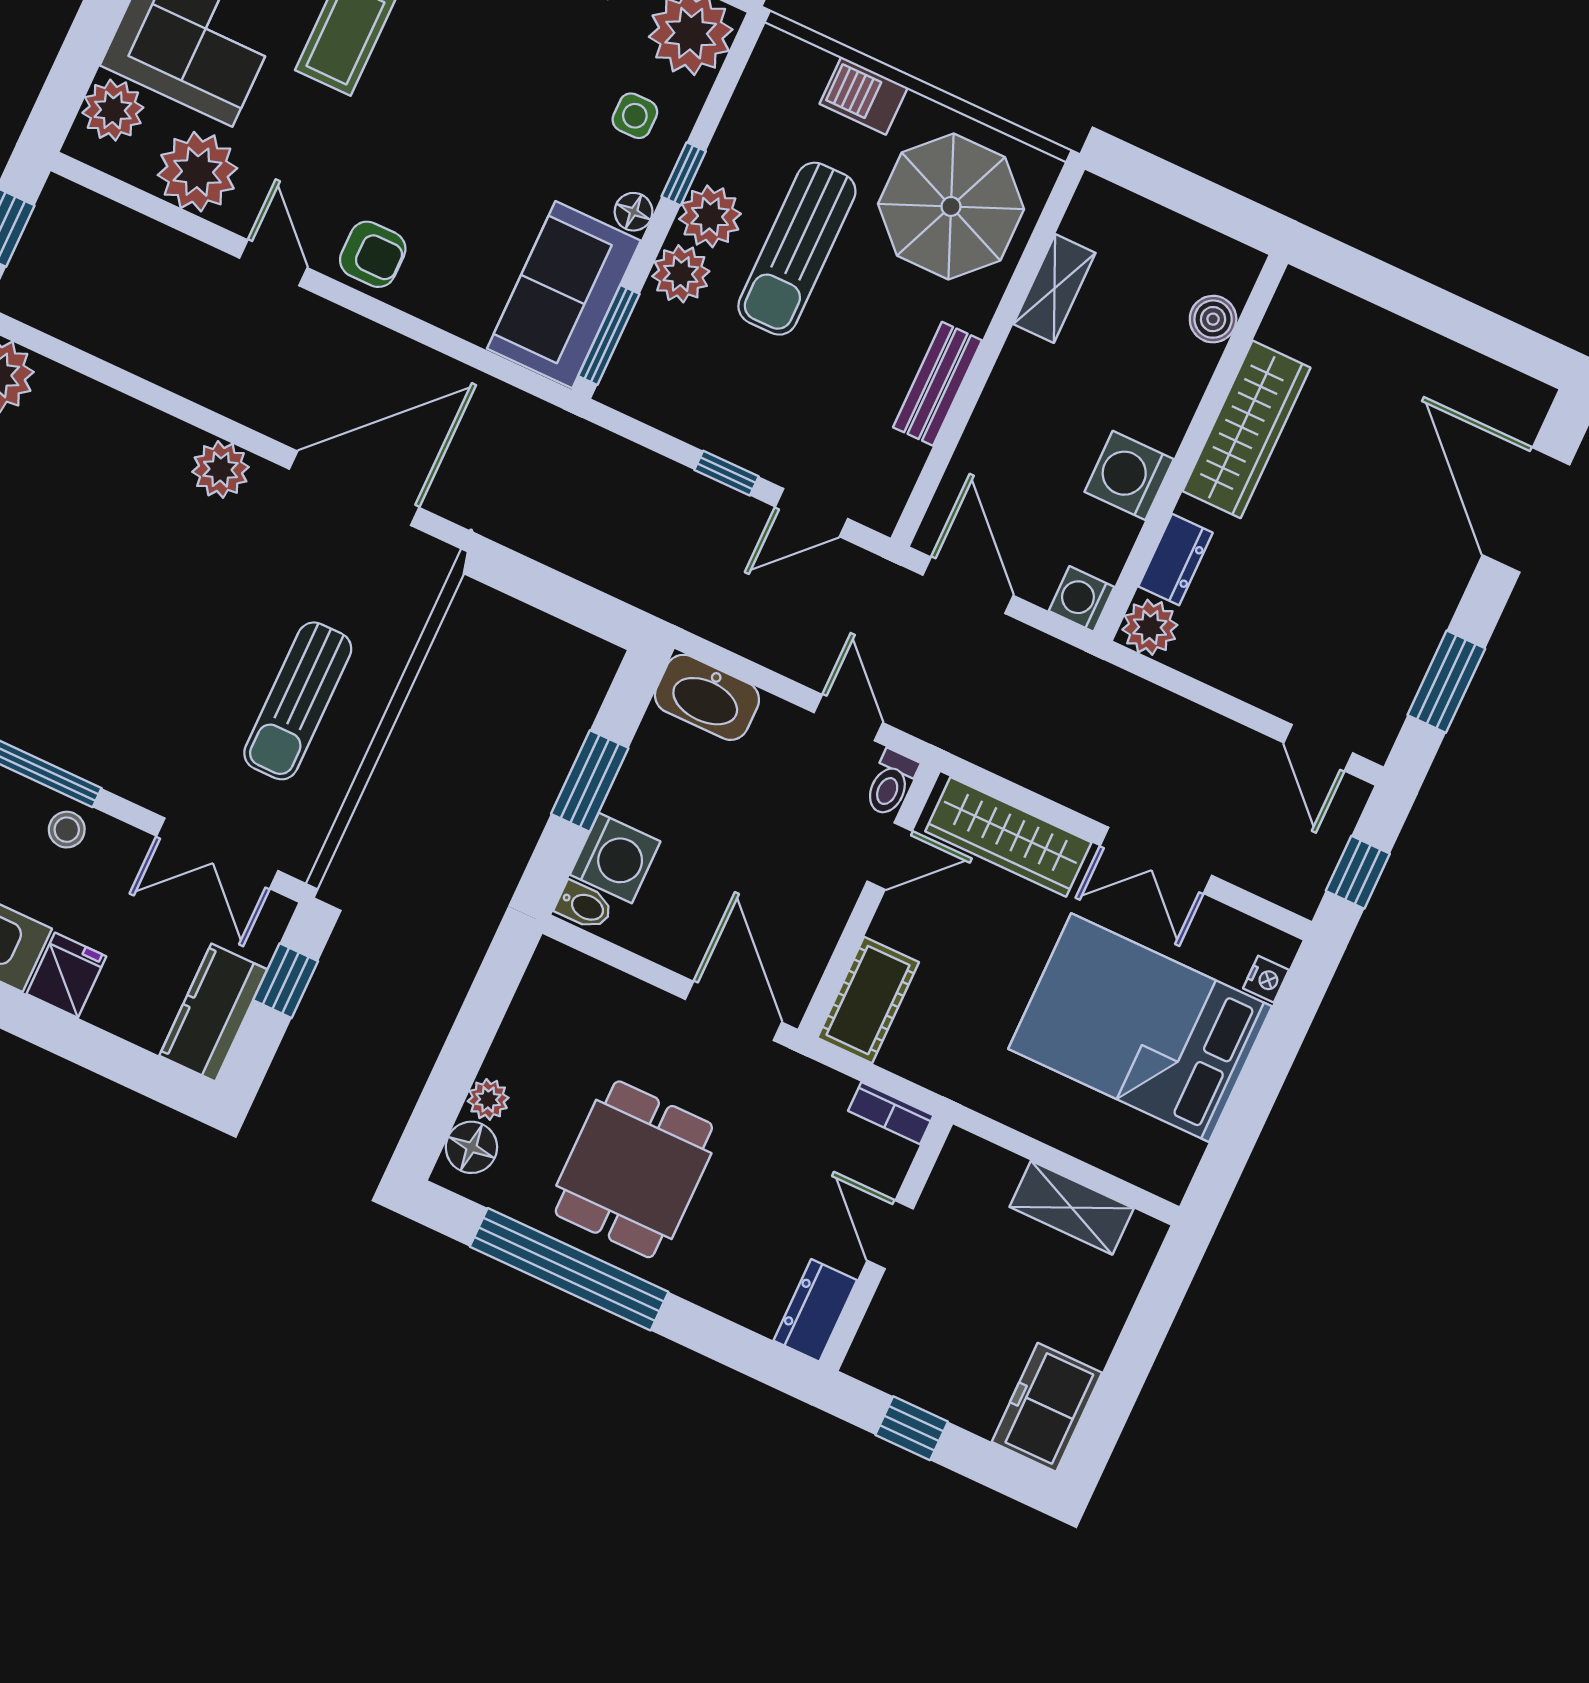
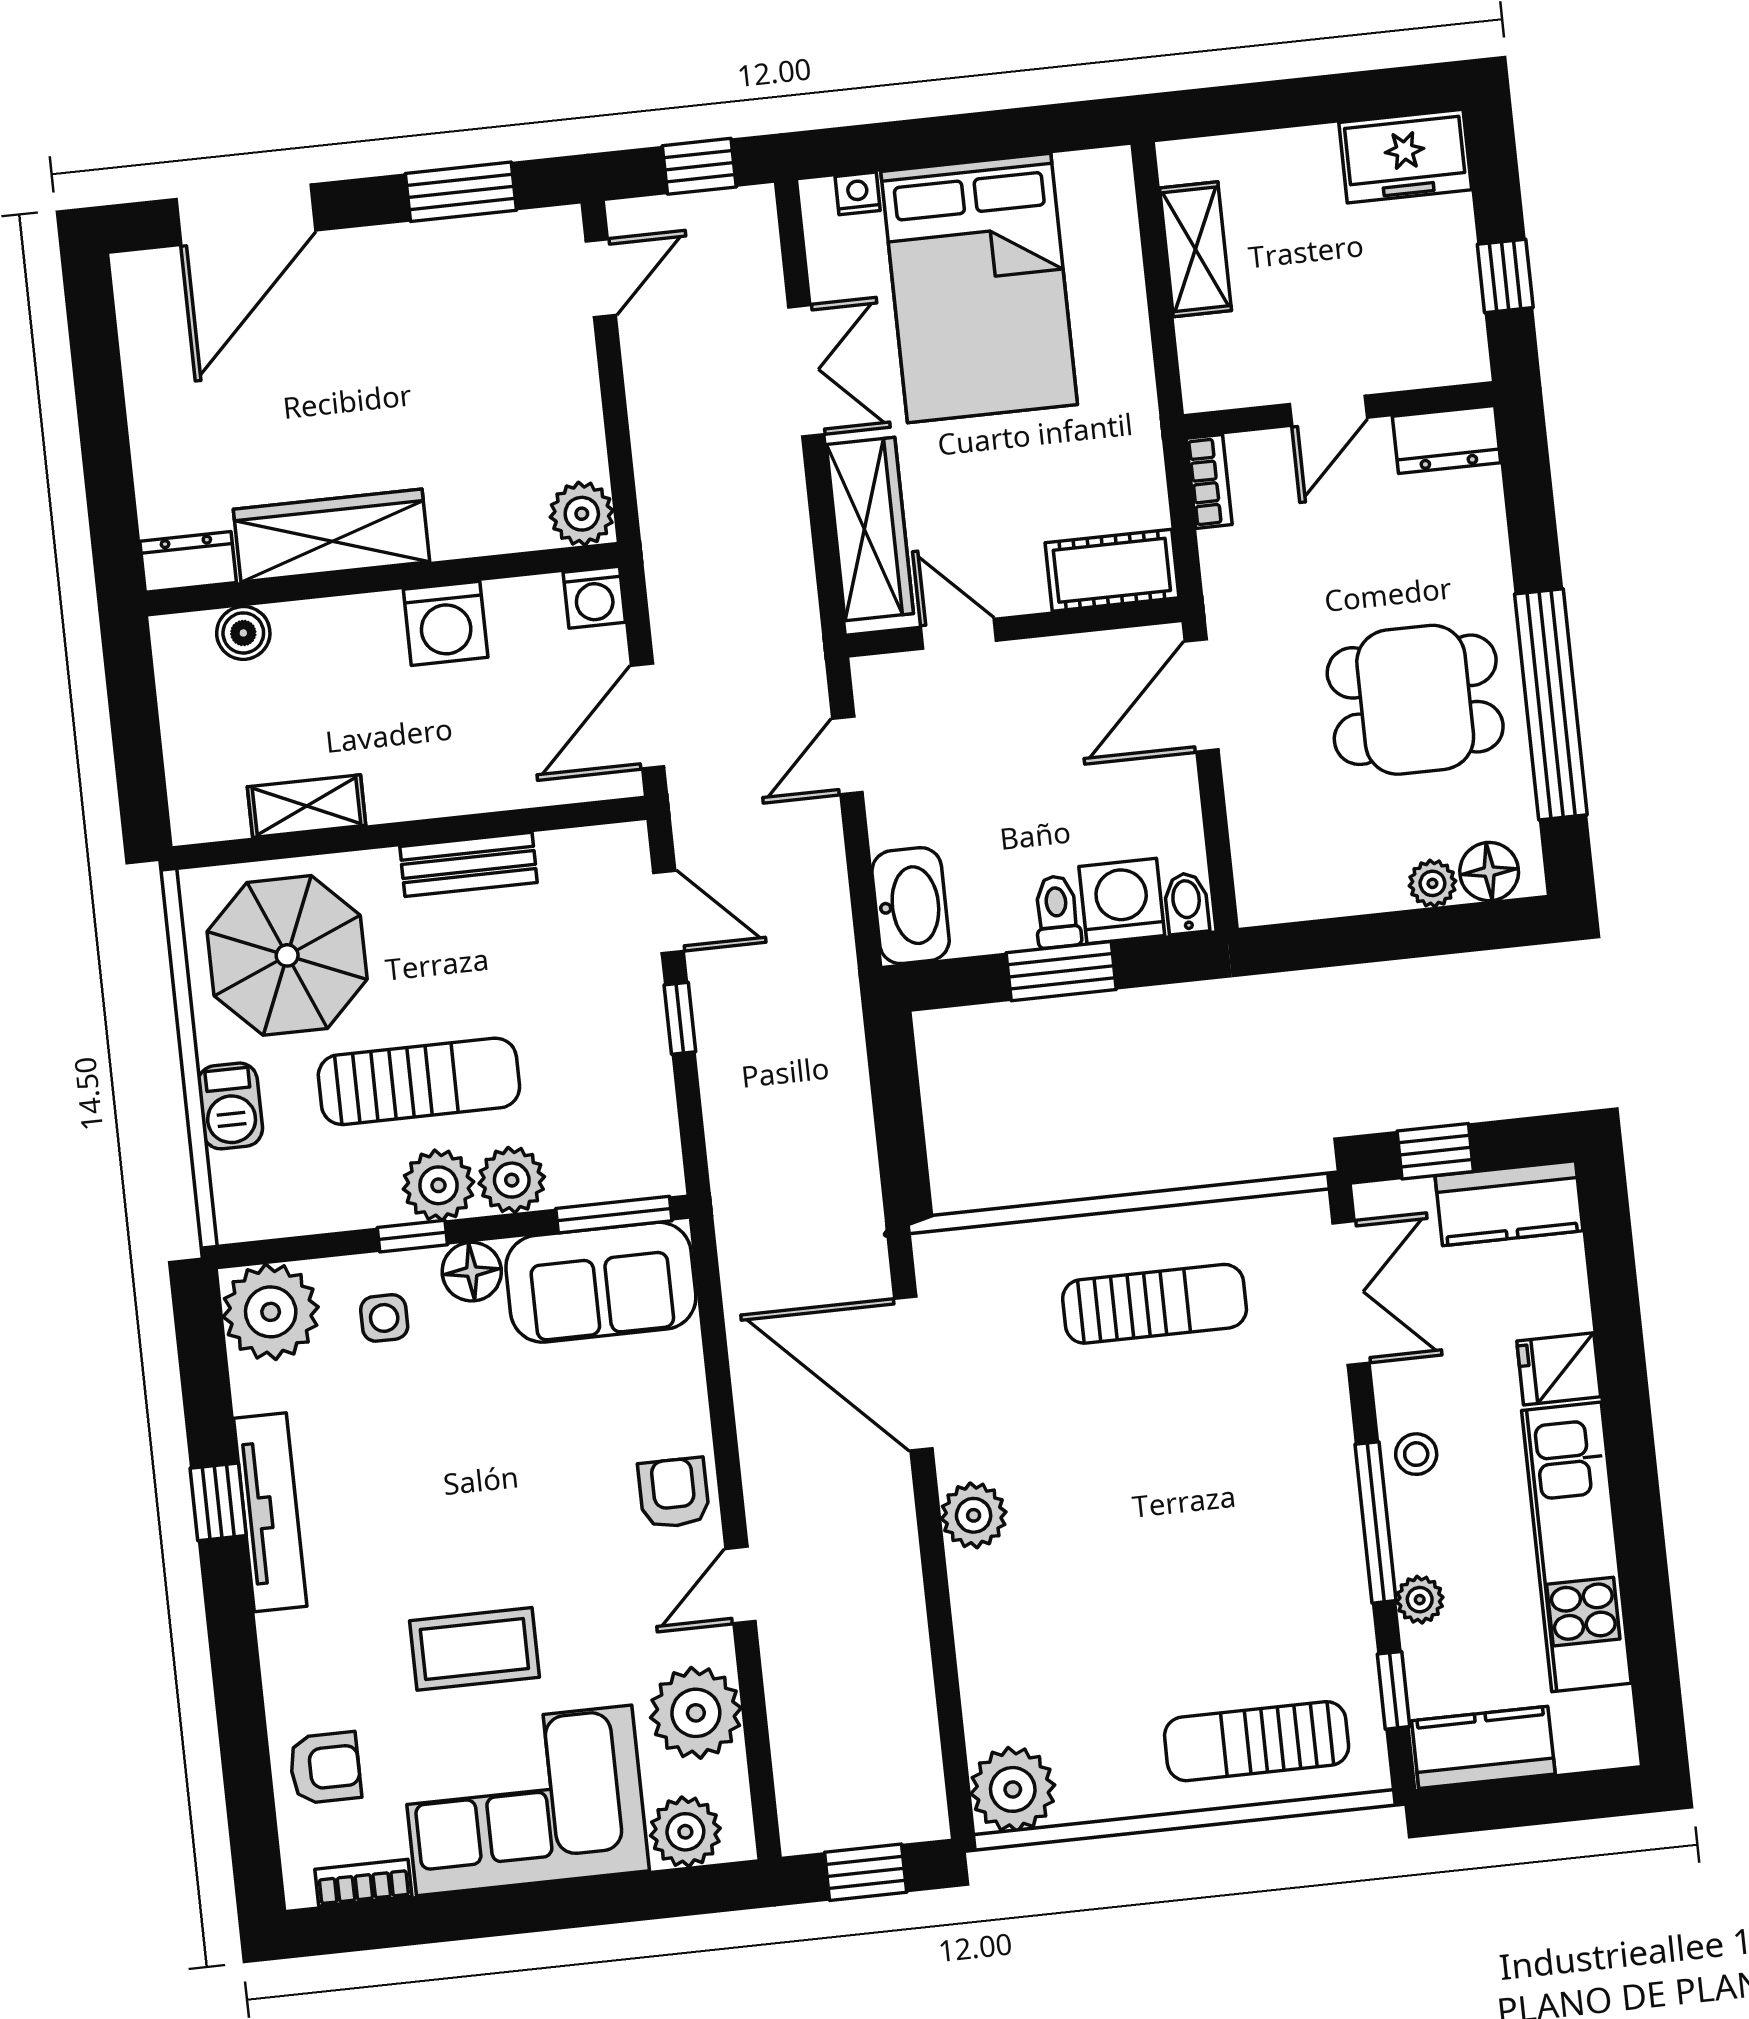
floor lamp: (634, 212) -> (472, 1272), width x1.37, depth x1.37
dresser: (1175, 560) -> (188, 562), moved
toilet: (891, 783) -> (1057, 912), moved, turned -90

